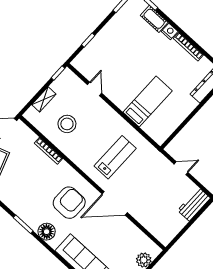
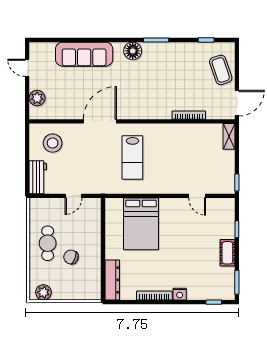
cot: (154, 19) -> (227, 253), moved, turned 90
shelving: (44, 99) -> (229, 136), moved
bed: (148, 102) -> (141, 224), width x1.50
stool: (67, 124) -> (53, 143), moved
armchair: (69, 203) -> (136, 90), removed

